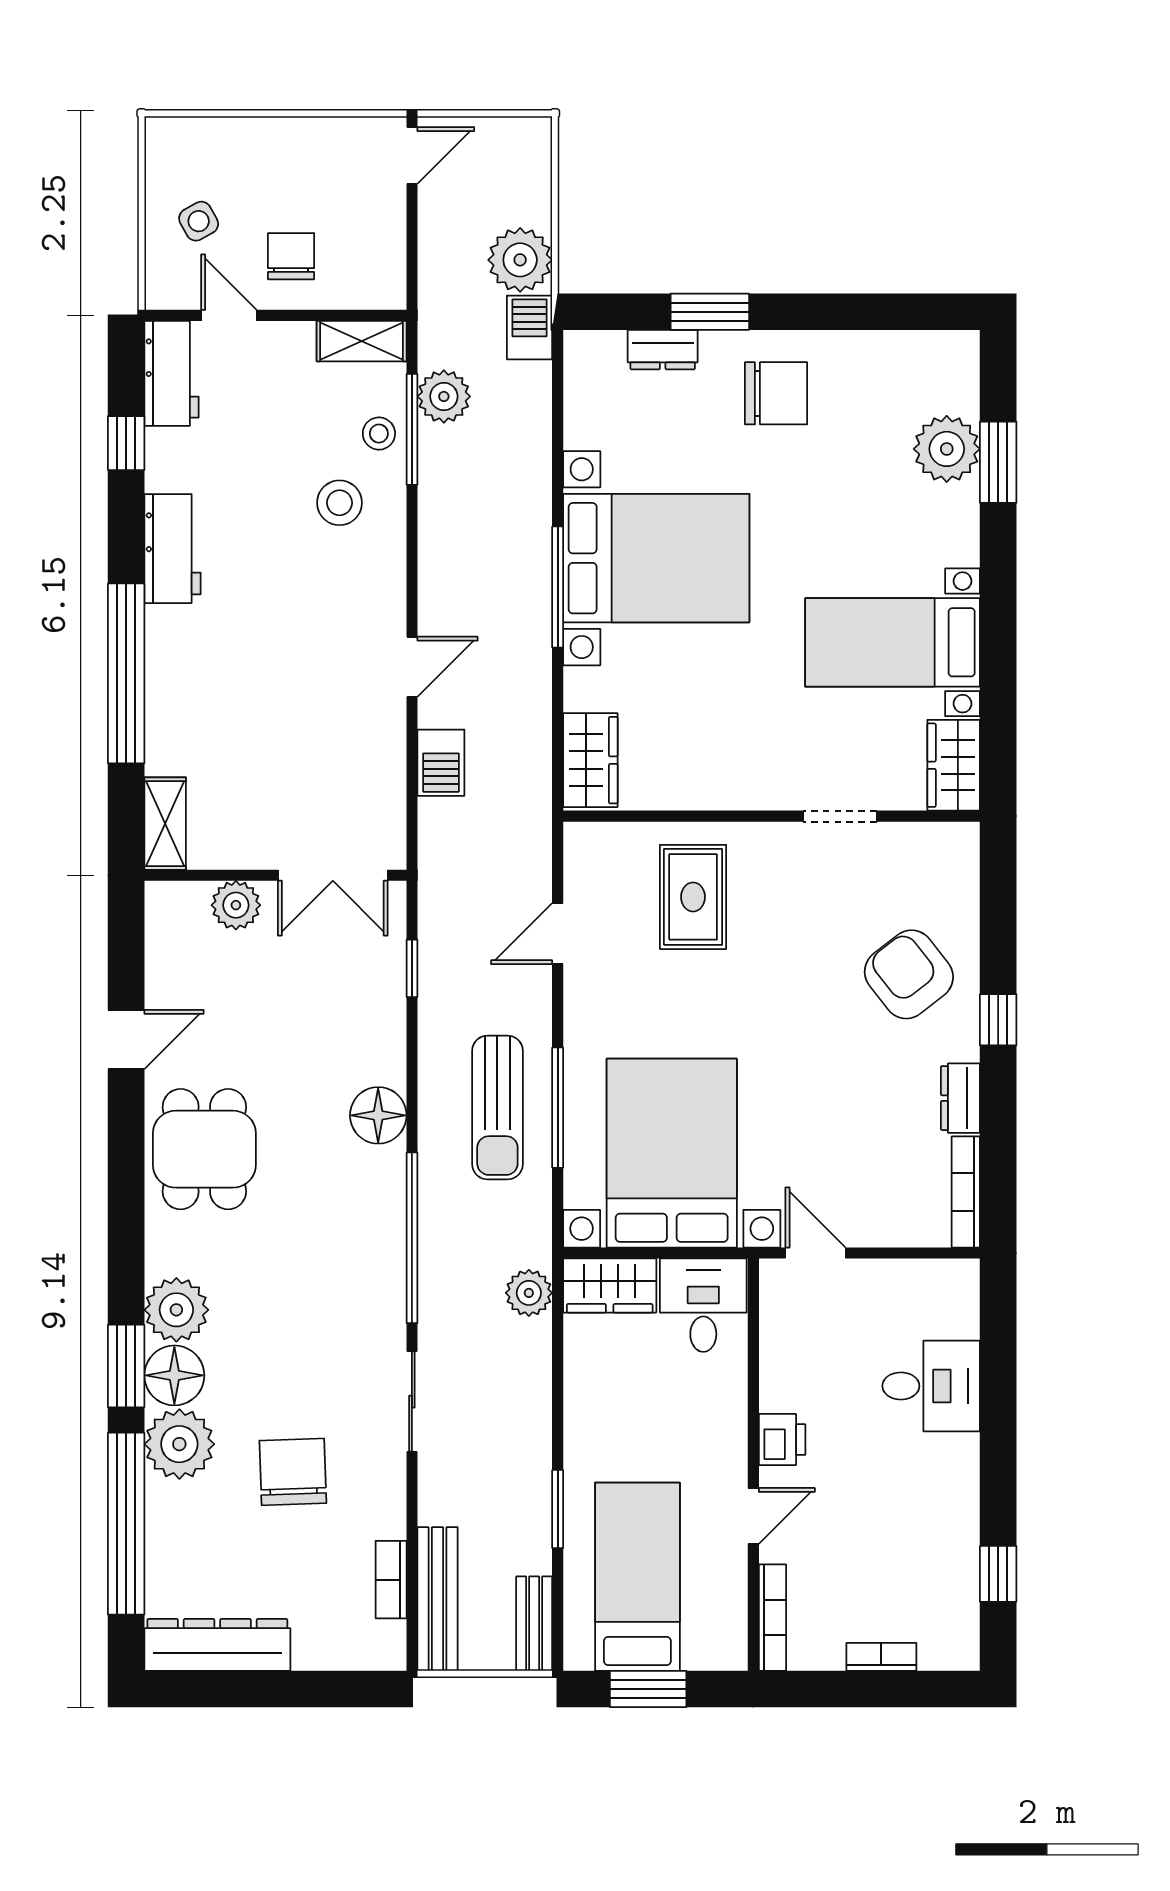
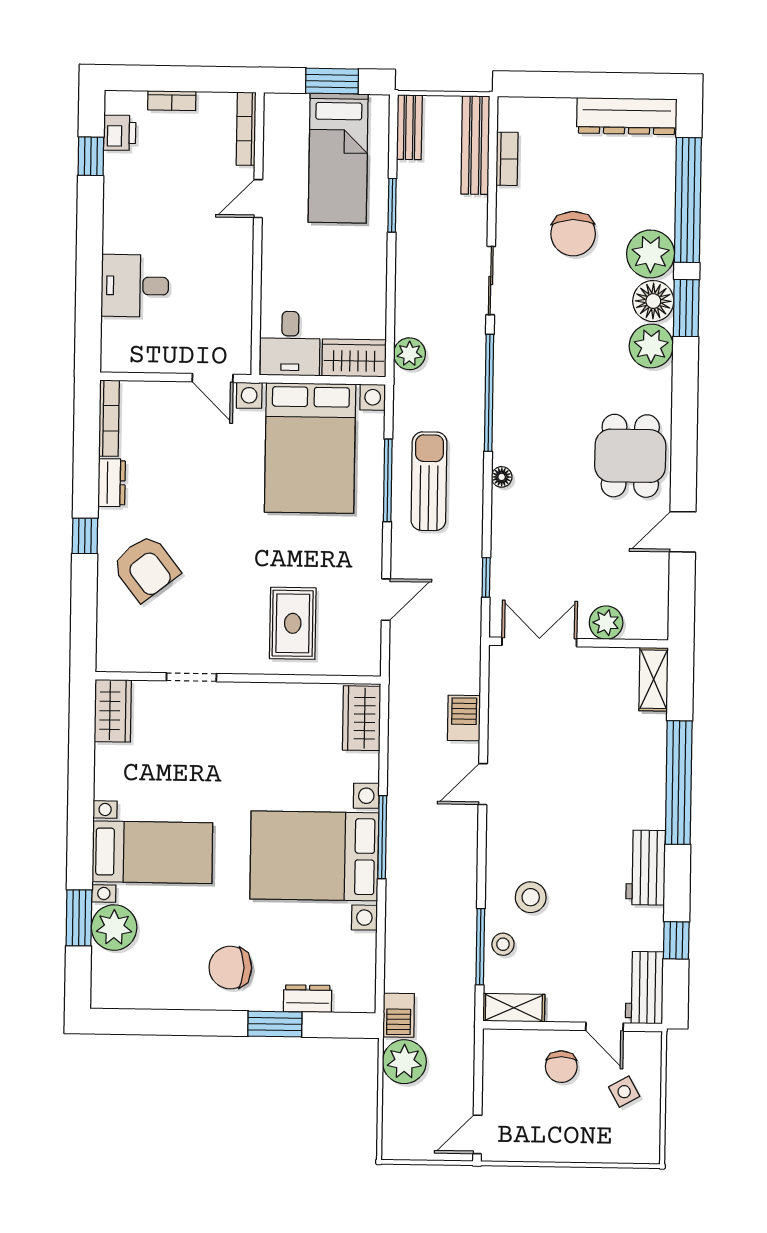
plant: (444, 396) -> (458, 969), removed
bed with nightstands: (893, 642) -> (152, 852), moved
floor lamp: (378, 1115) -> (502, 477), width x0.53, depth x0.53
printer: (782, 1440) -> (120, 133), moved, turned 180

